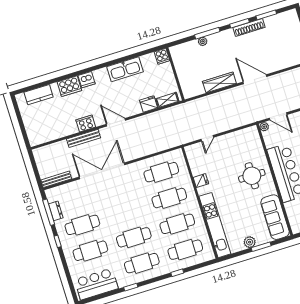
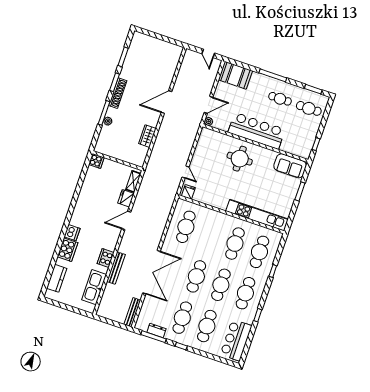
shoe rack: (249, 27) -> (118, 93), moved
kitchen sink: (125, 69) -> (94, 287), moved, turned 180
wardrobe: (219, 82) -> (147, 136), width x0.67
door: (116, 122) -> (126, 220), moved
double door: (102, 171) -> (151, 272), swing flipped
fridge: (201, 181) -> (188, 192), moved
cafe table: (169, 198) -> (196, 276), moved
sofa: (275, 217) -> (290, 166), width x0.73
plant: (250, 242) -> (290, 198), removed

